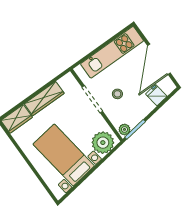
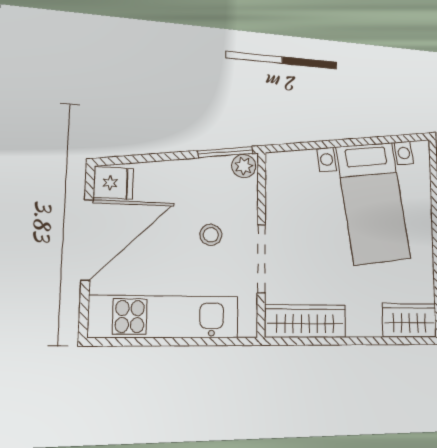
fridge: (156, 95) -> (113, 183), moved, turned -82
wardrobe: (44, 99) -> (305, 321), moved
plant: (103, 143) -> (296, 173), removed

